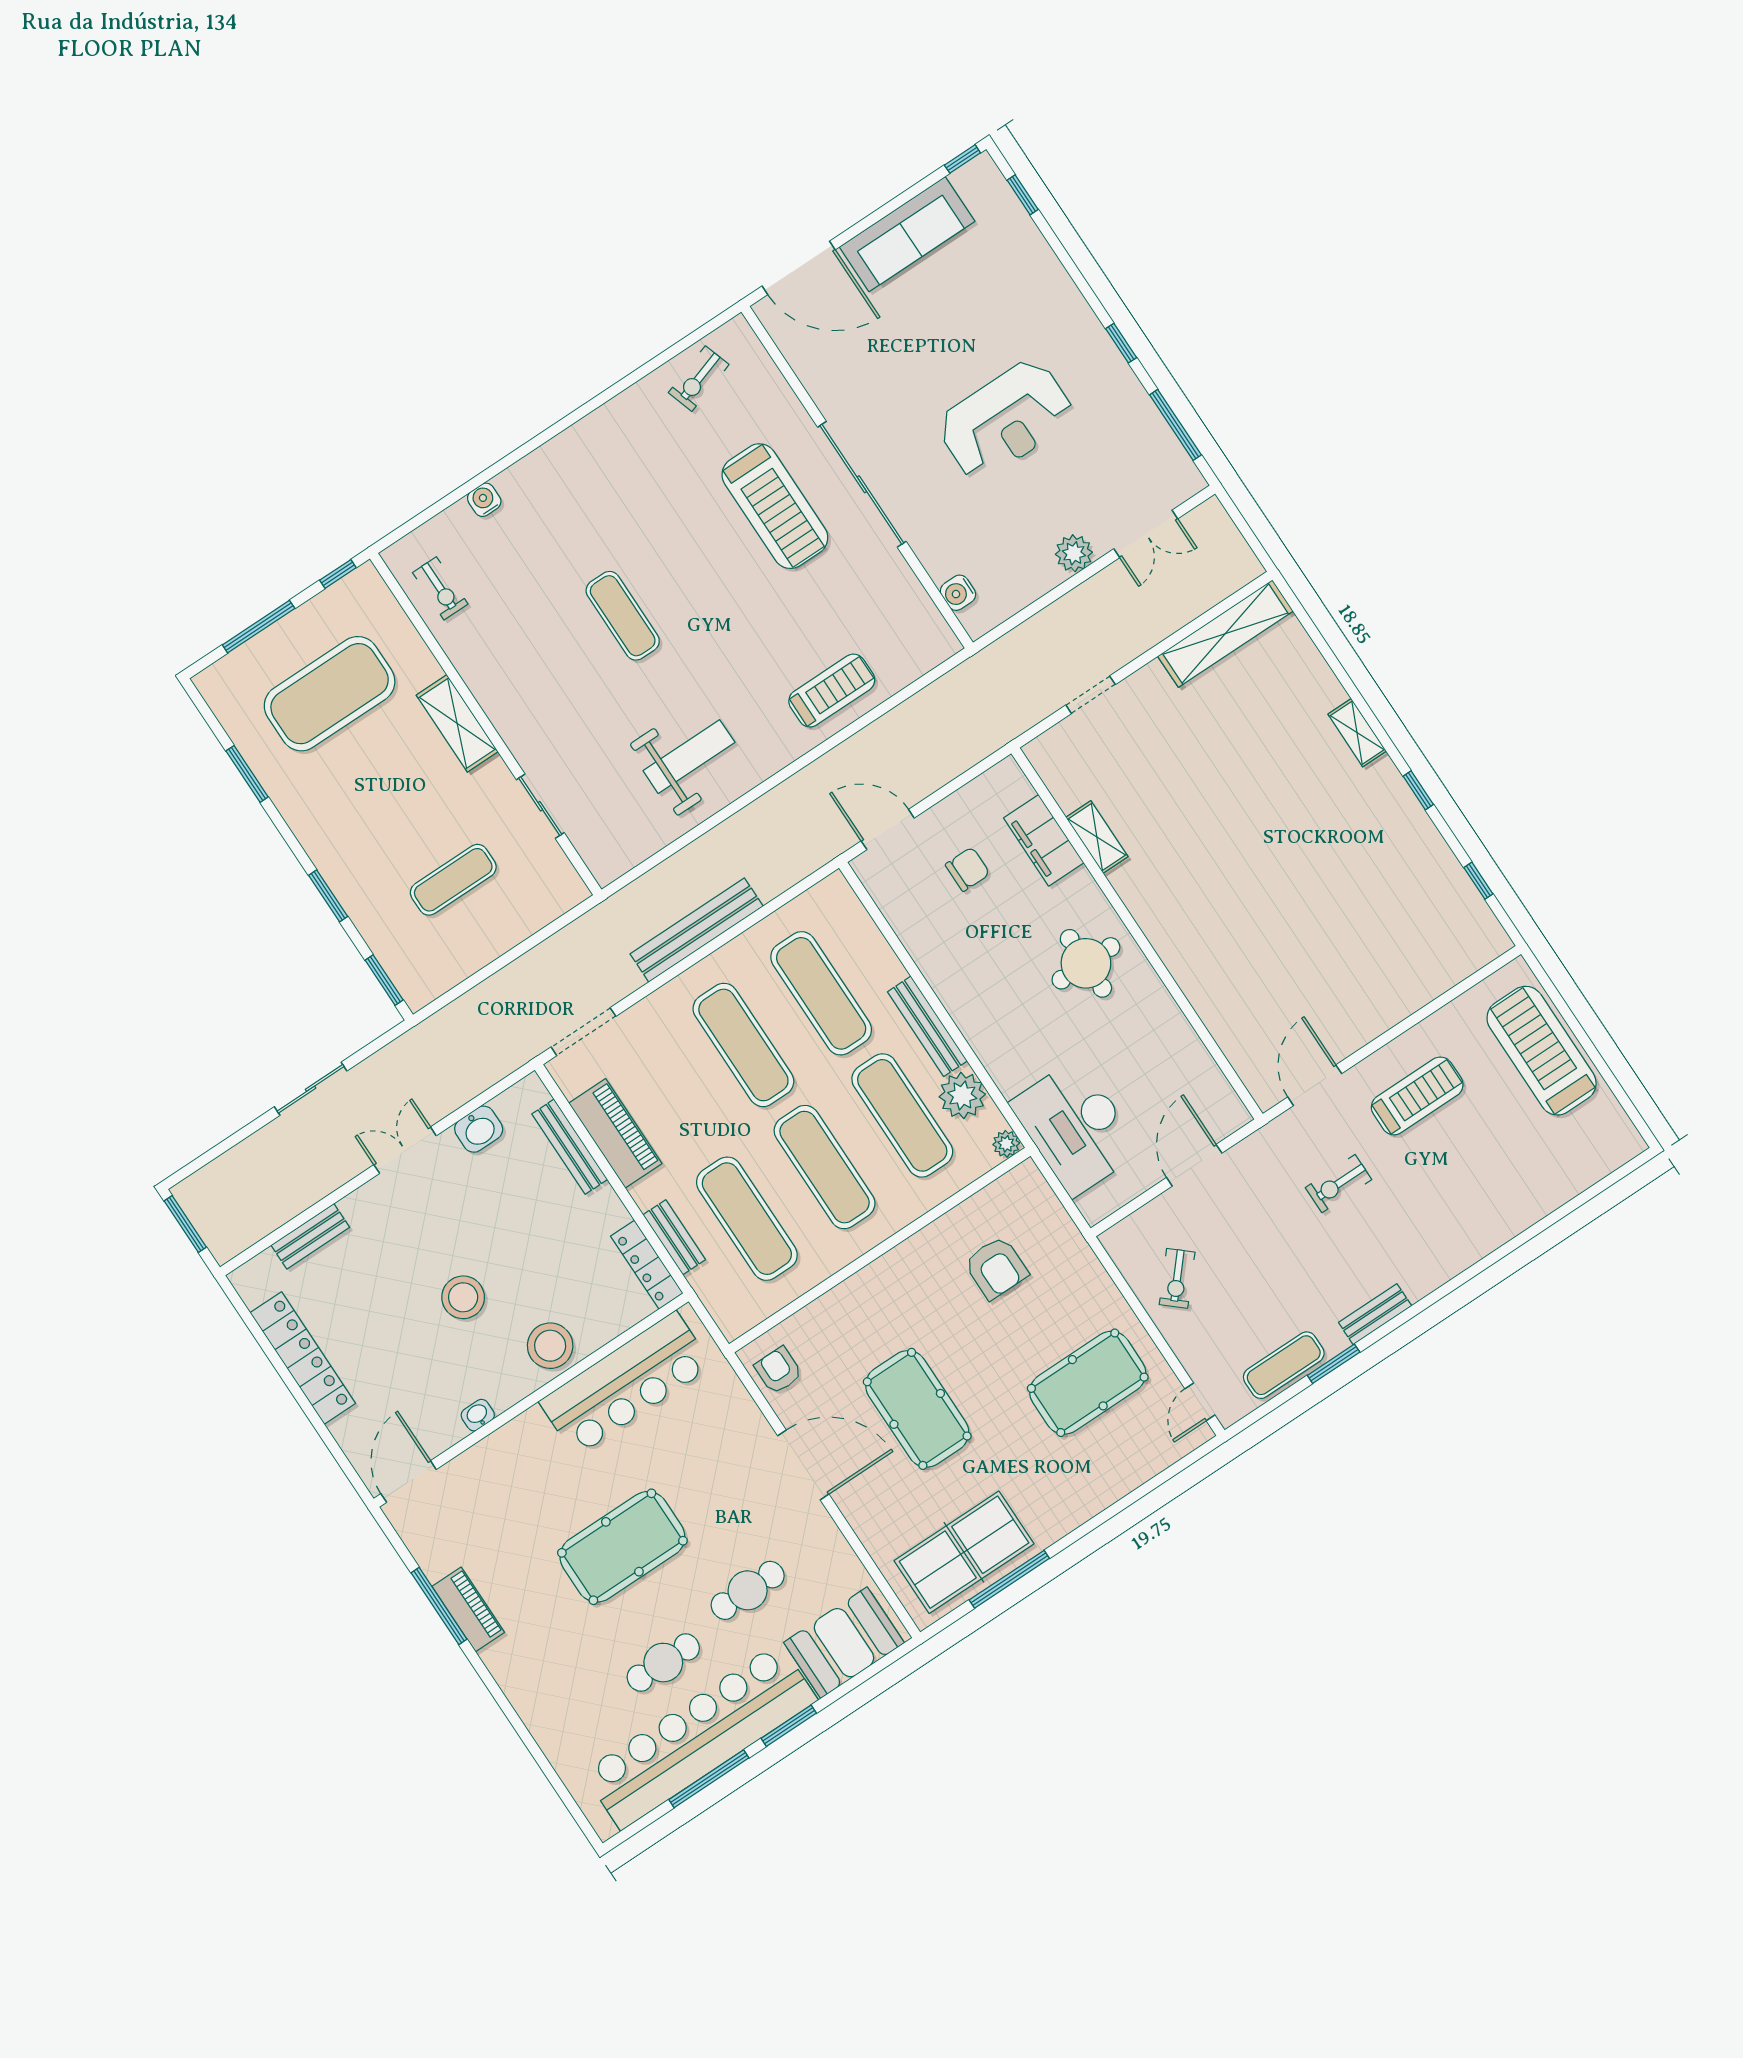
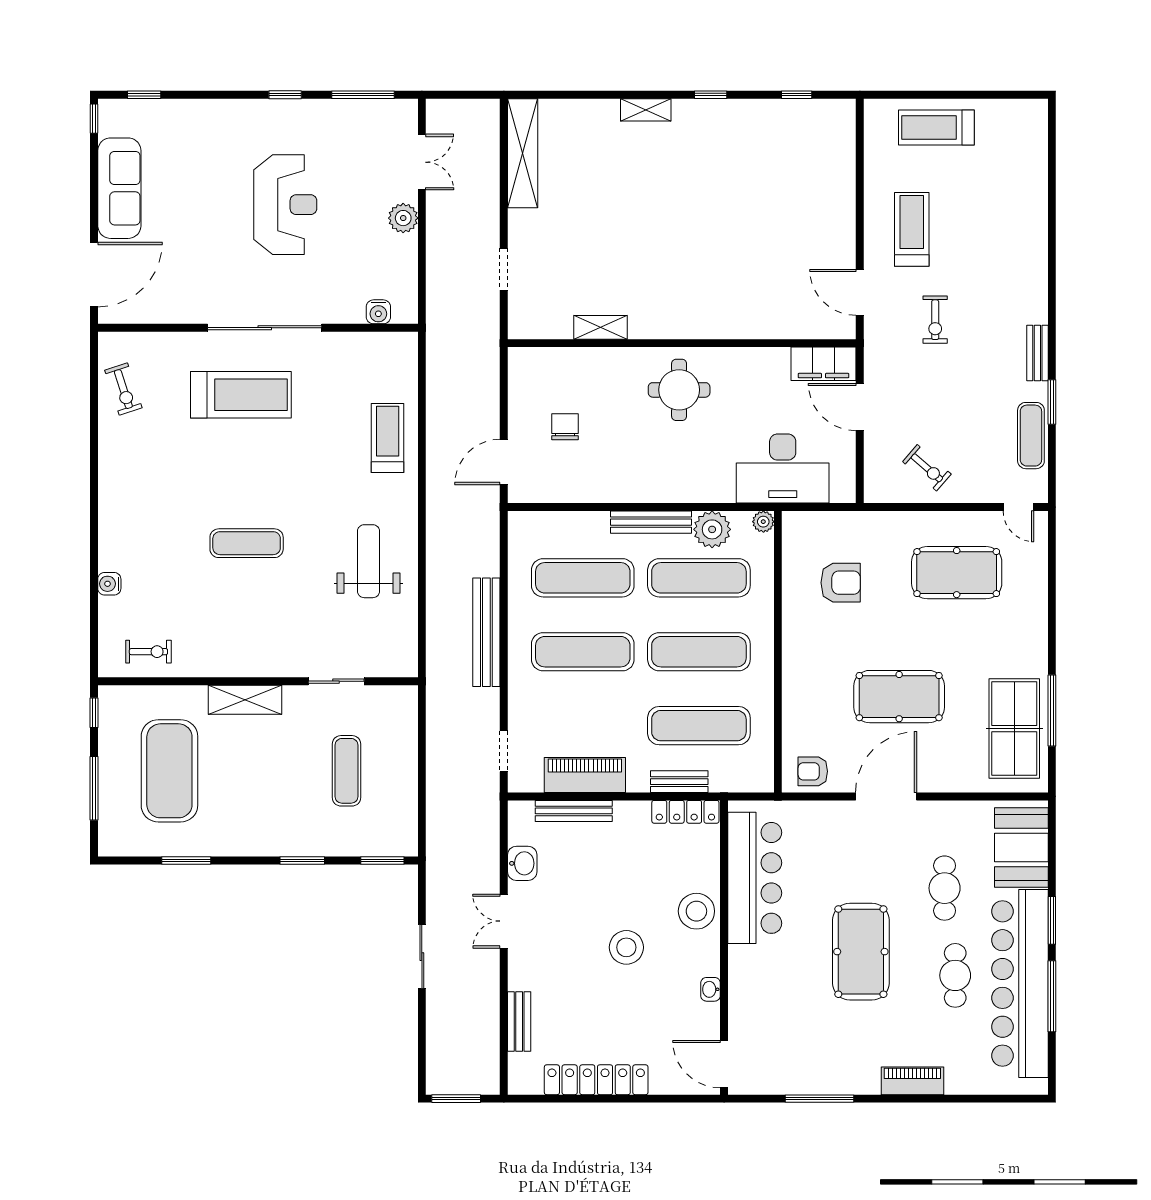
filing cabinet: (1044, 840) -> (823, 364), moved
doorway: (583, 1032) -> (504, 751), width x0.73
treadmill: (1542, 1051) -> (936, 127), width x0.73, depth x0.73
pool table: (1088, 1383) -> (957, 573), turned 90
piano: (468, 1609) -> (912, 1081), moved

